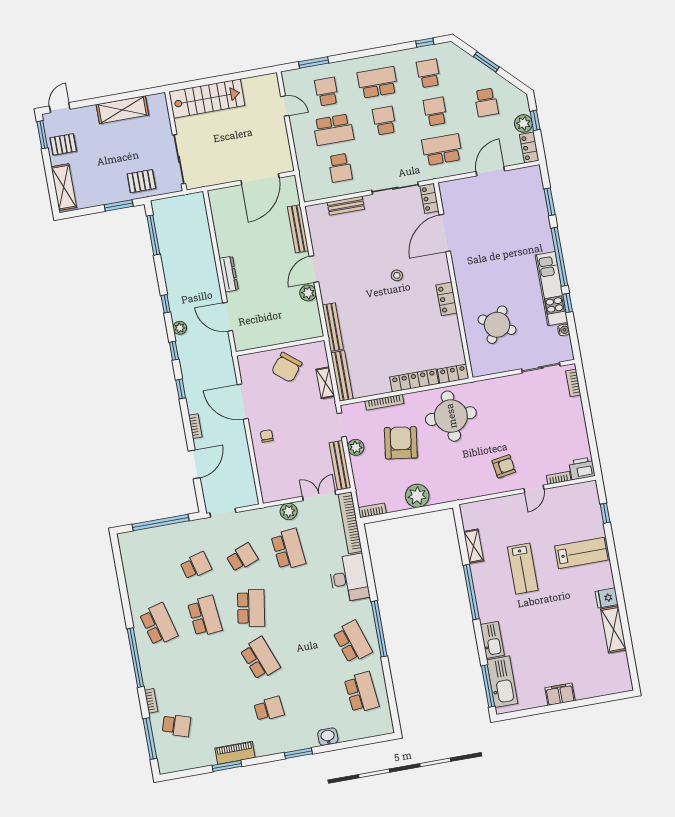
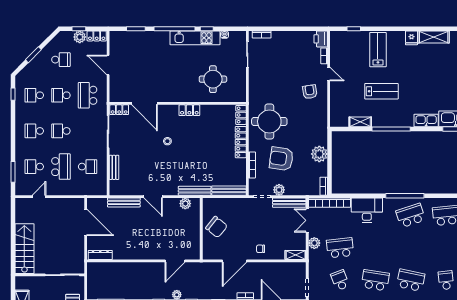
school desk: (378, 82) -> (34, 131), width x0.54
dresser: (229, 274) -> (100, 255), moved
plant: (308, 293) -> (185, 204), moved
round table: (497, 325) -> (213, 79), turned -30
shelving: (325, 383) -> (296, 255), moved
school desk: (260, 658) -> (411, 280), turned 33

